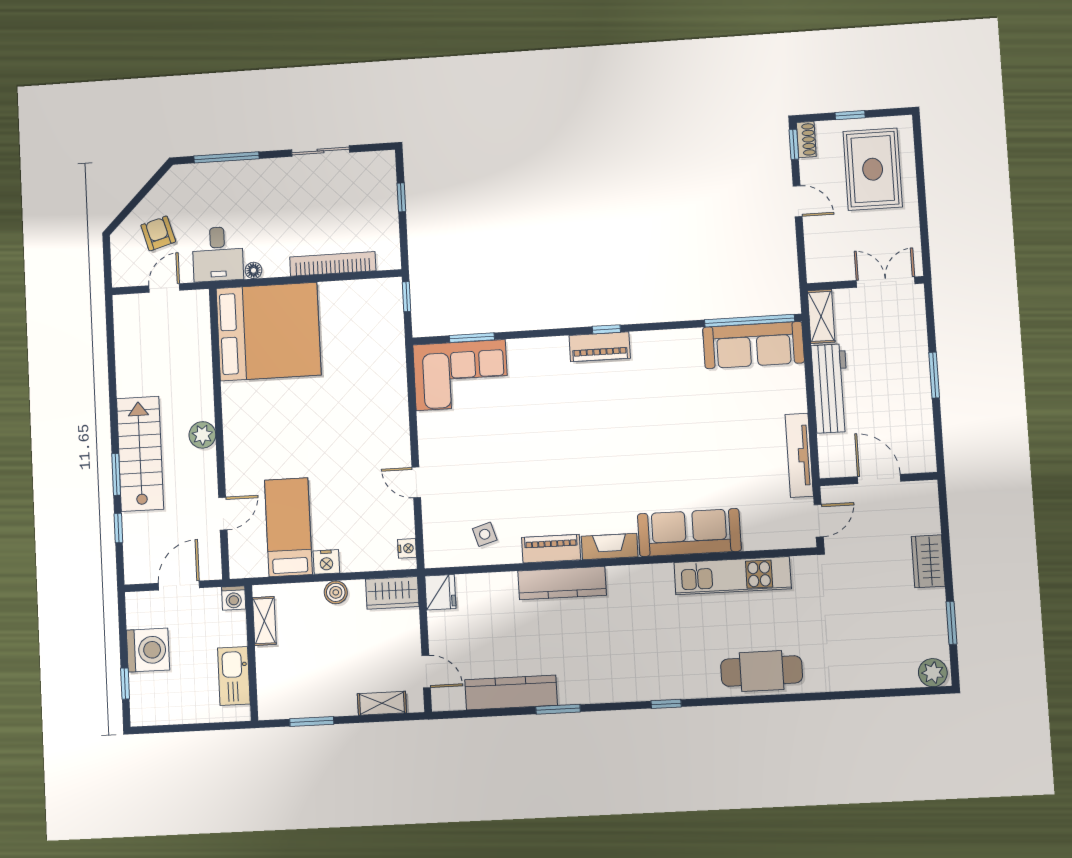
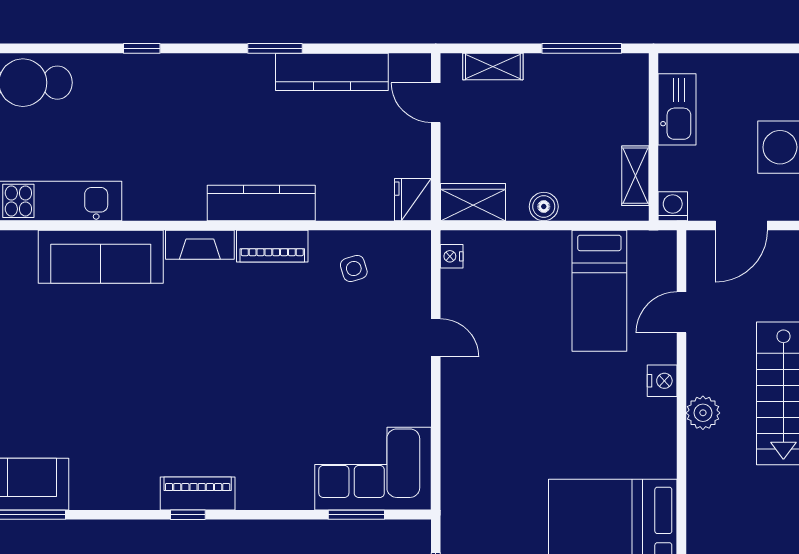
nightstand: (326, 562) -> (662, 381), moved, turned 90
window: (312, 721) -> (582, 48), width x1.44

